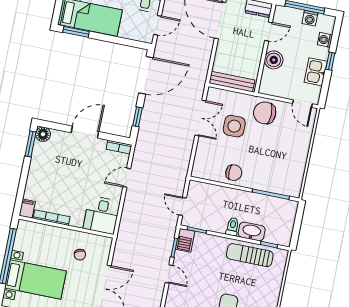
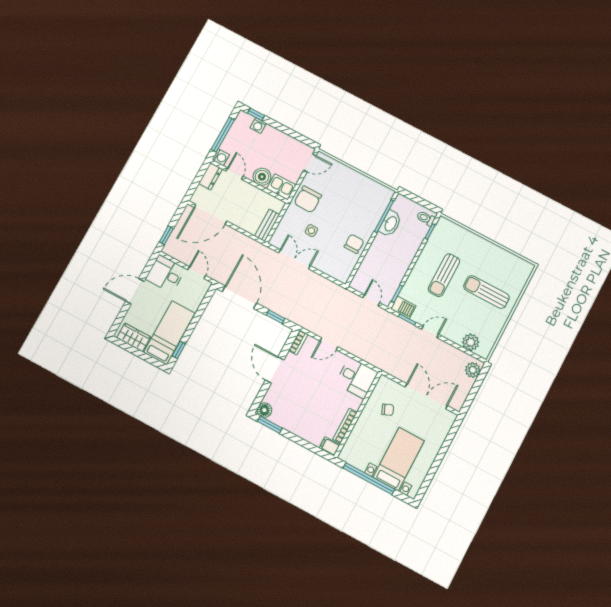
washing machine: (310, 18) -> (221, 157), moved
window: (76, 32) -> (179, 350), width x0.67
window: (330, 61) -> (256, 114), moved
kitchen sink: (316, 72) -> (281, 187), moved, turned 180
bench: (232, 82) -> (267, 225), width x0.73
side table: (234, 126) -> (311, 231), width x0.54, depth x0.54
door: (127, 178) -> (329, 344), hinge flipped
door: (183, 206) -> (371, 300), swing flipped
toilet: (233, 227) -> (426, 218), moved
washbasin: (252, 231) -> (390, 224), moved, turned 180
sun lounger: (250, 255) -> (444, 275), moved

